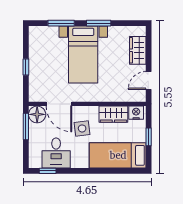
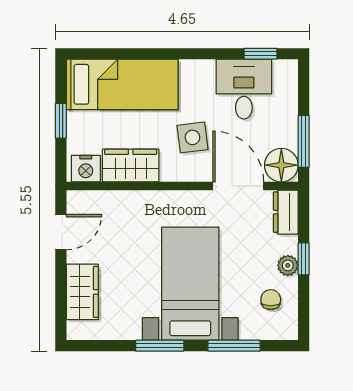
chair: (42, 46) -> (271, 300), added
plant: (34, 64) -> (288, 265), added
dresser: (35, 91) -> (286, 212), added

